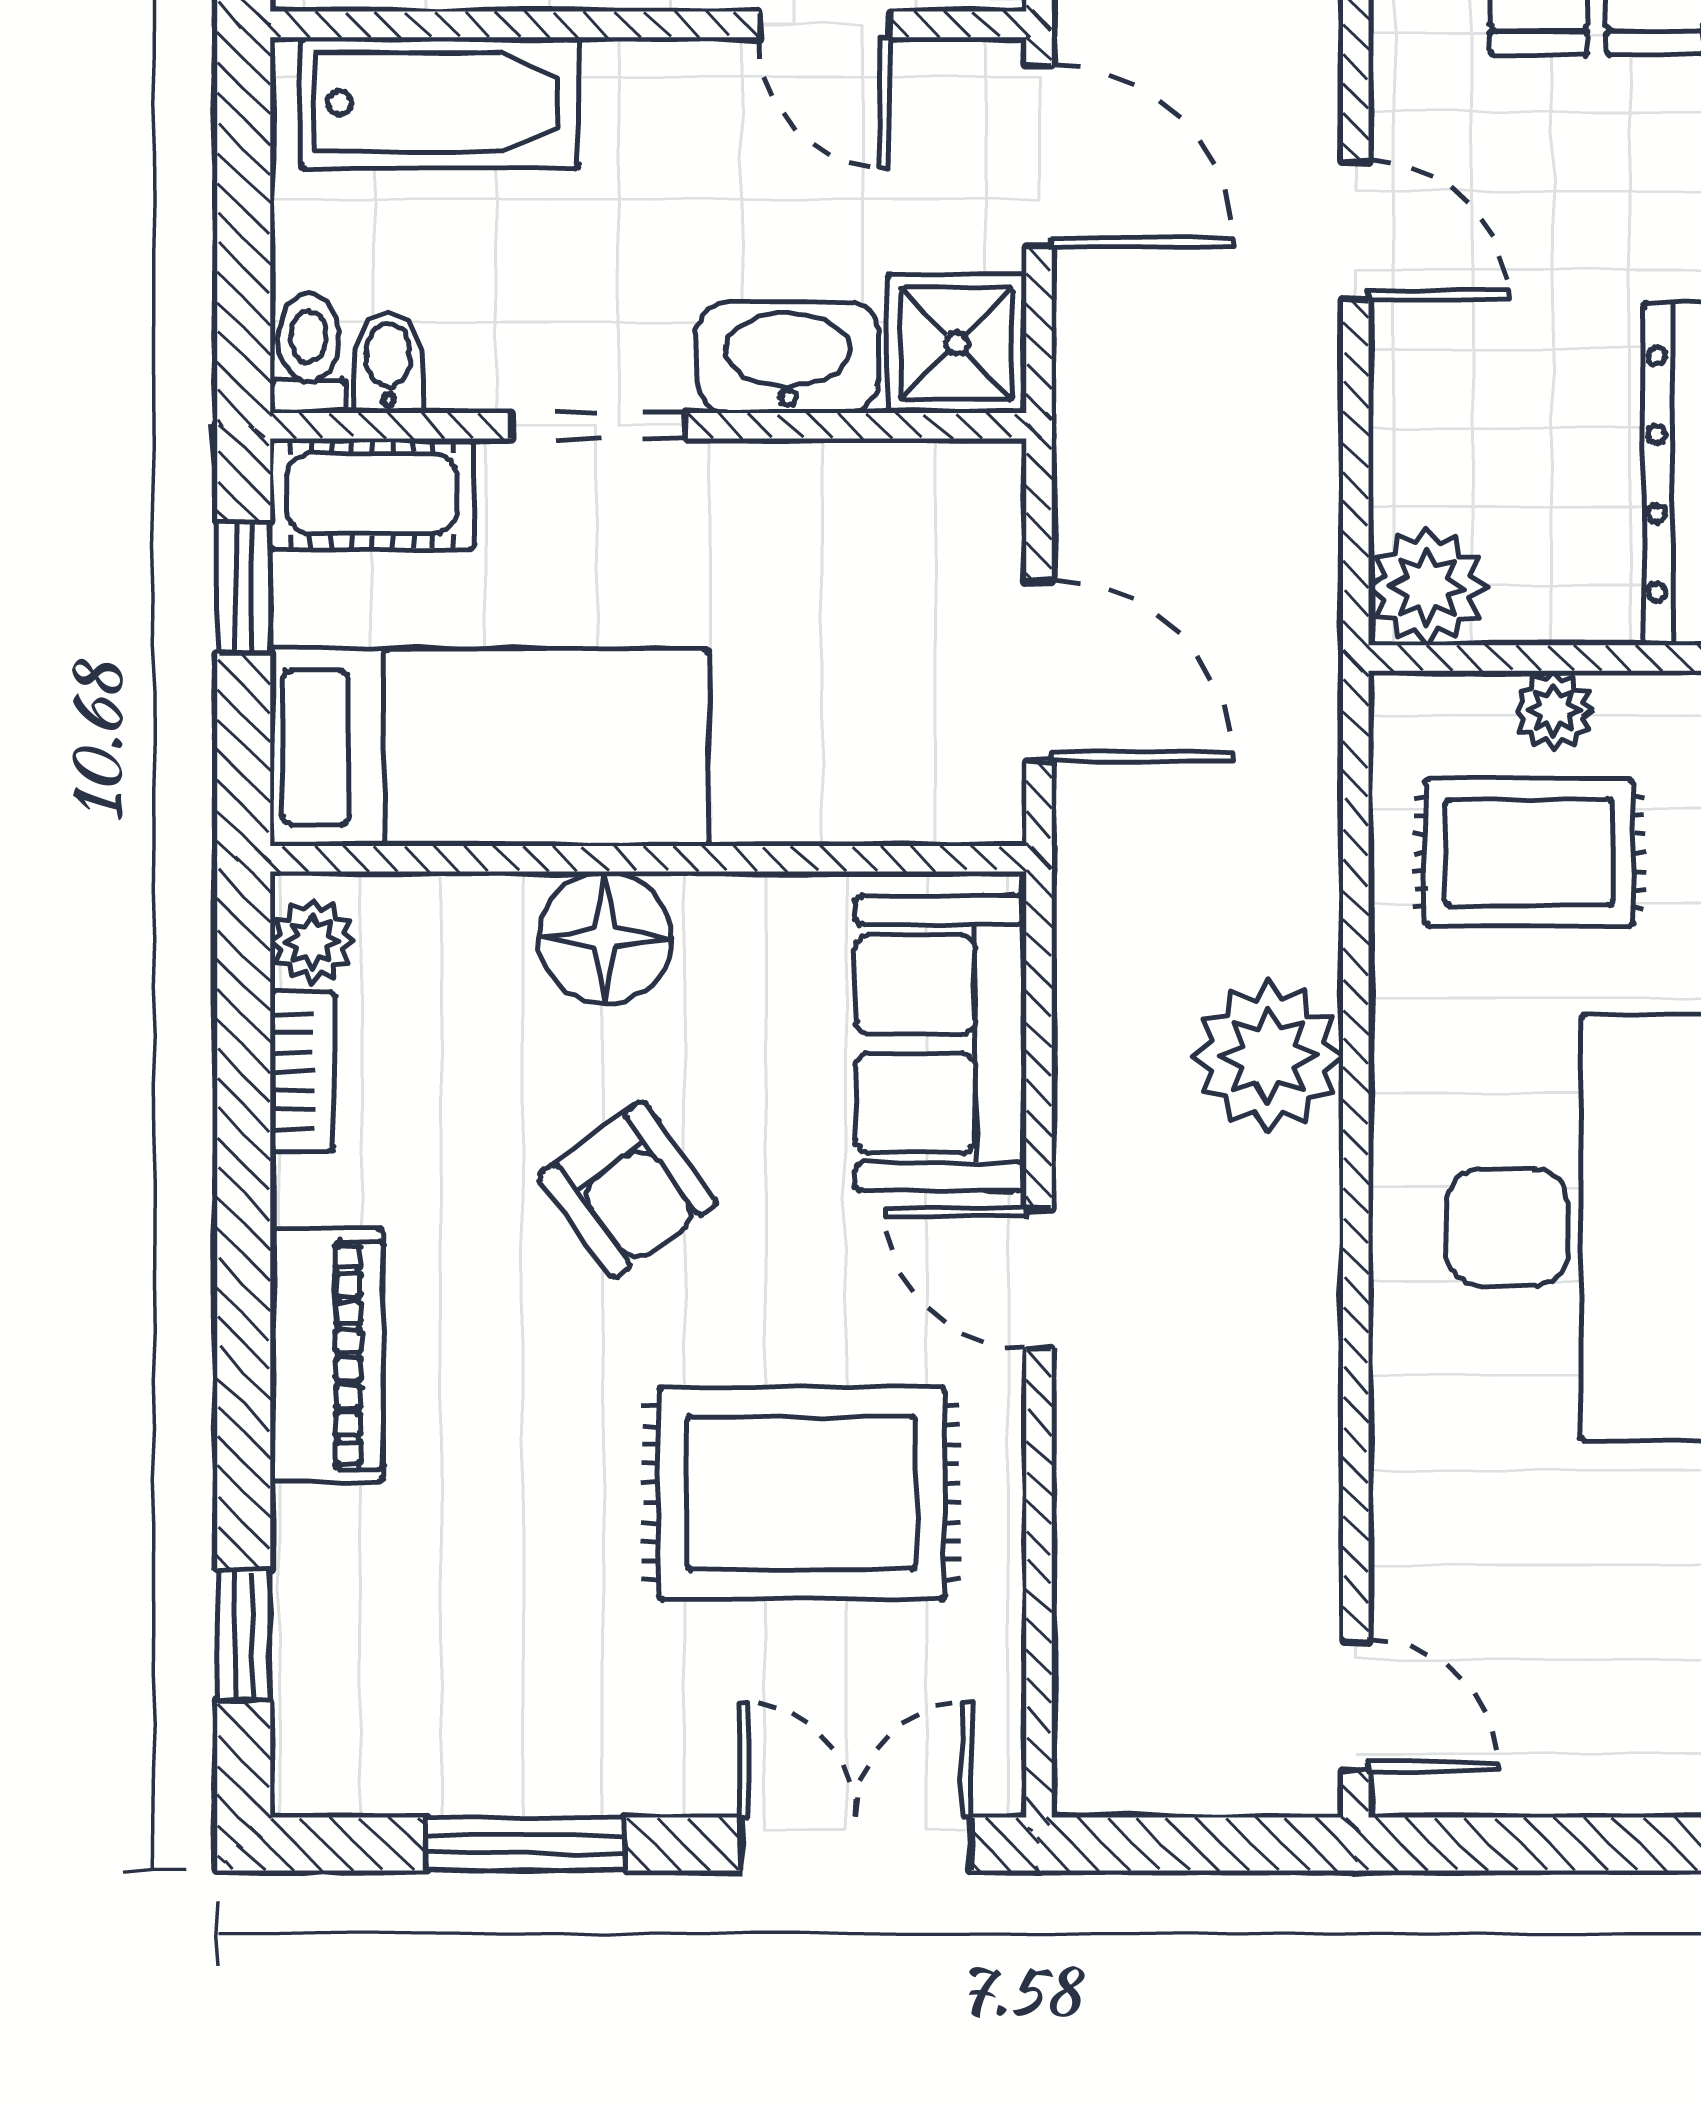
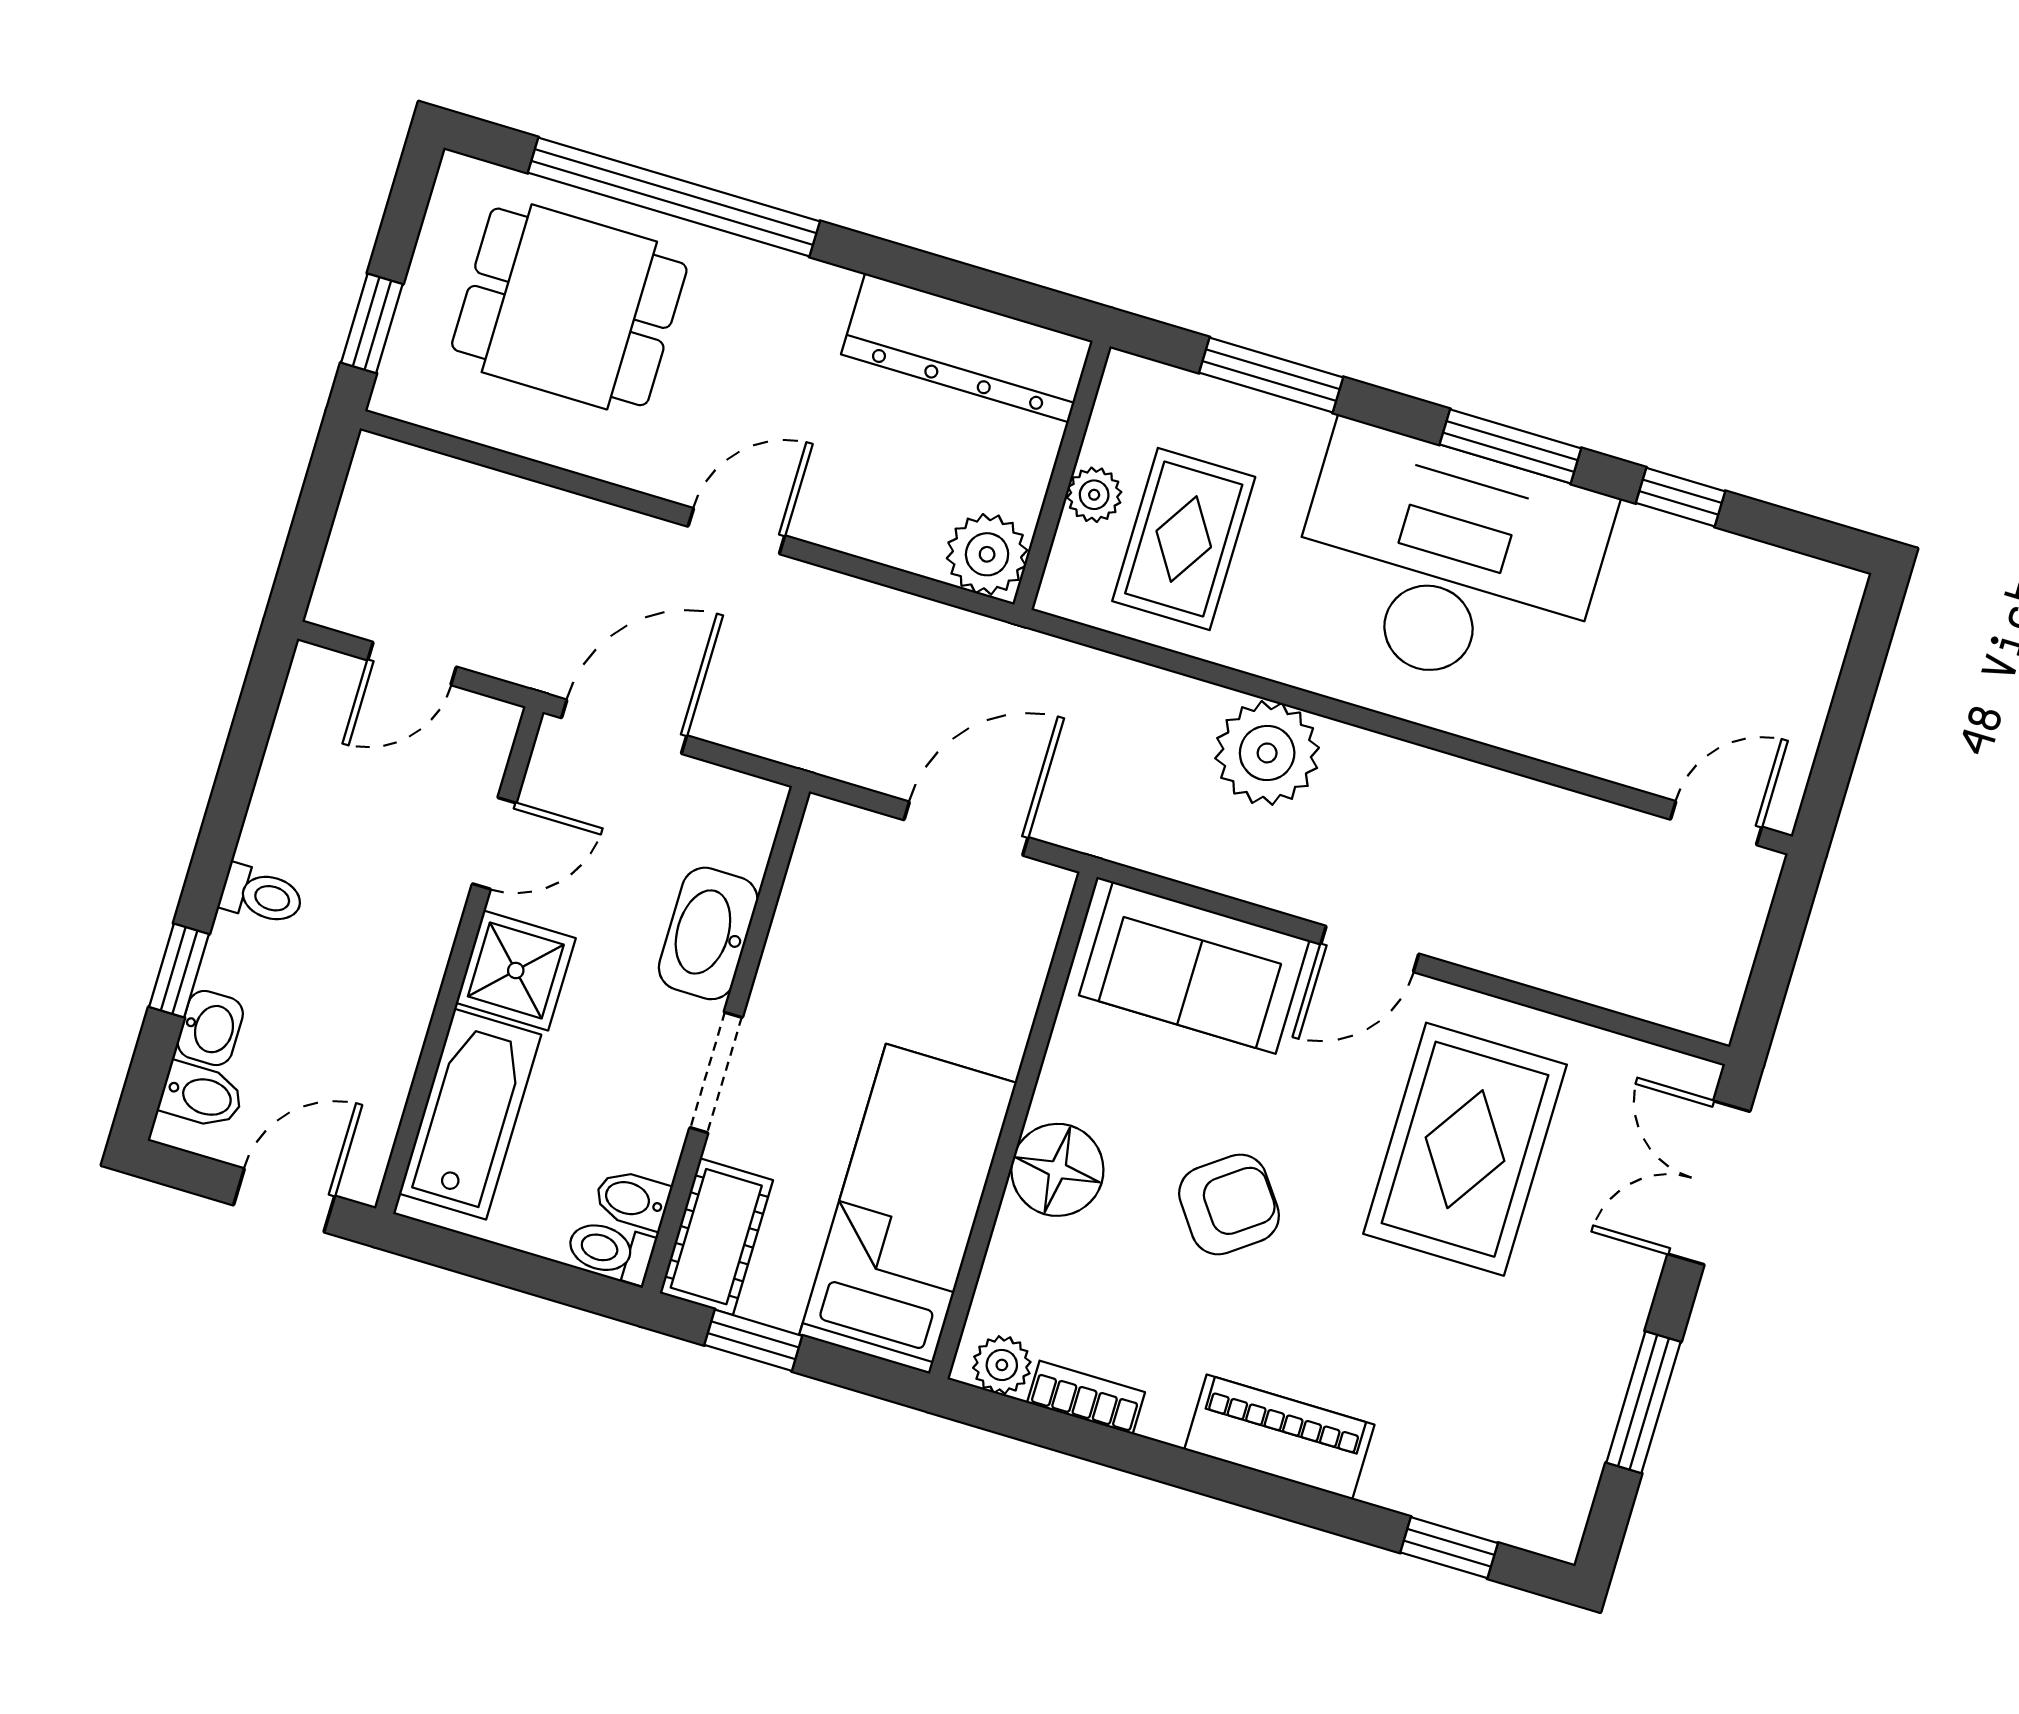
shower: (957, 343) -> (516, 971), moved

